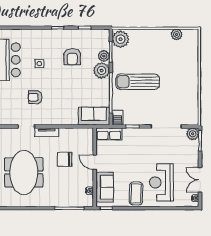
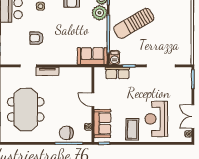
sun lounger: (138, 82) -> (134, 23), turned -30
row of seats: (109, 134) -> (117, 73), moved
plant: (193, 134) -> (186, 73), removed
chair: (65, 159) -> (66, 133), moved

